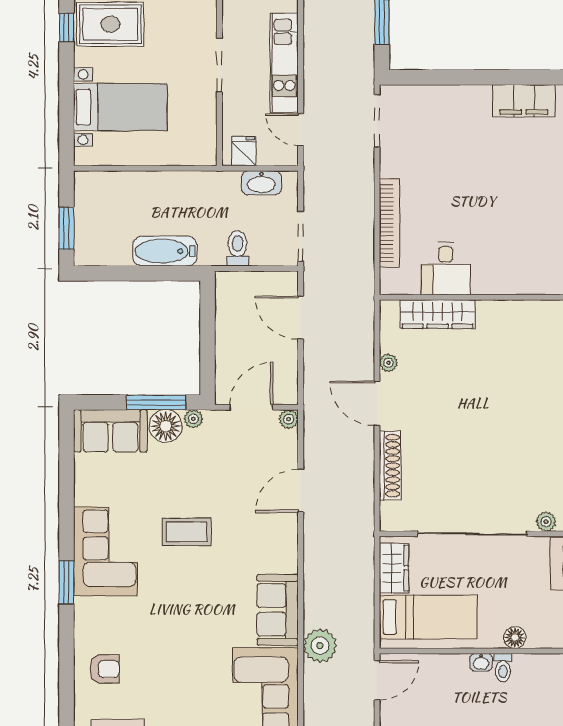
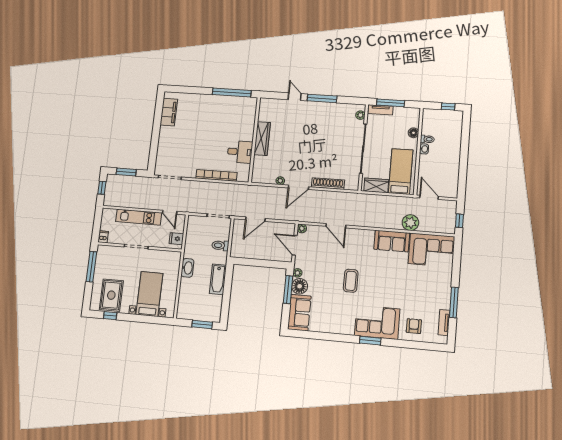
door: (301, 130) -> (170, 212), hinge flipped
washbasin: (261, 183) -> (187, 268), moved
wardrobe: (438, 314) -> (262, 139), moved
corner sofa: (105, 551) -> (377, 322), moved

